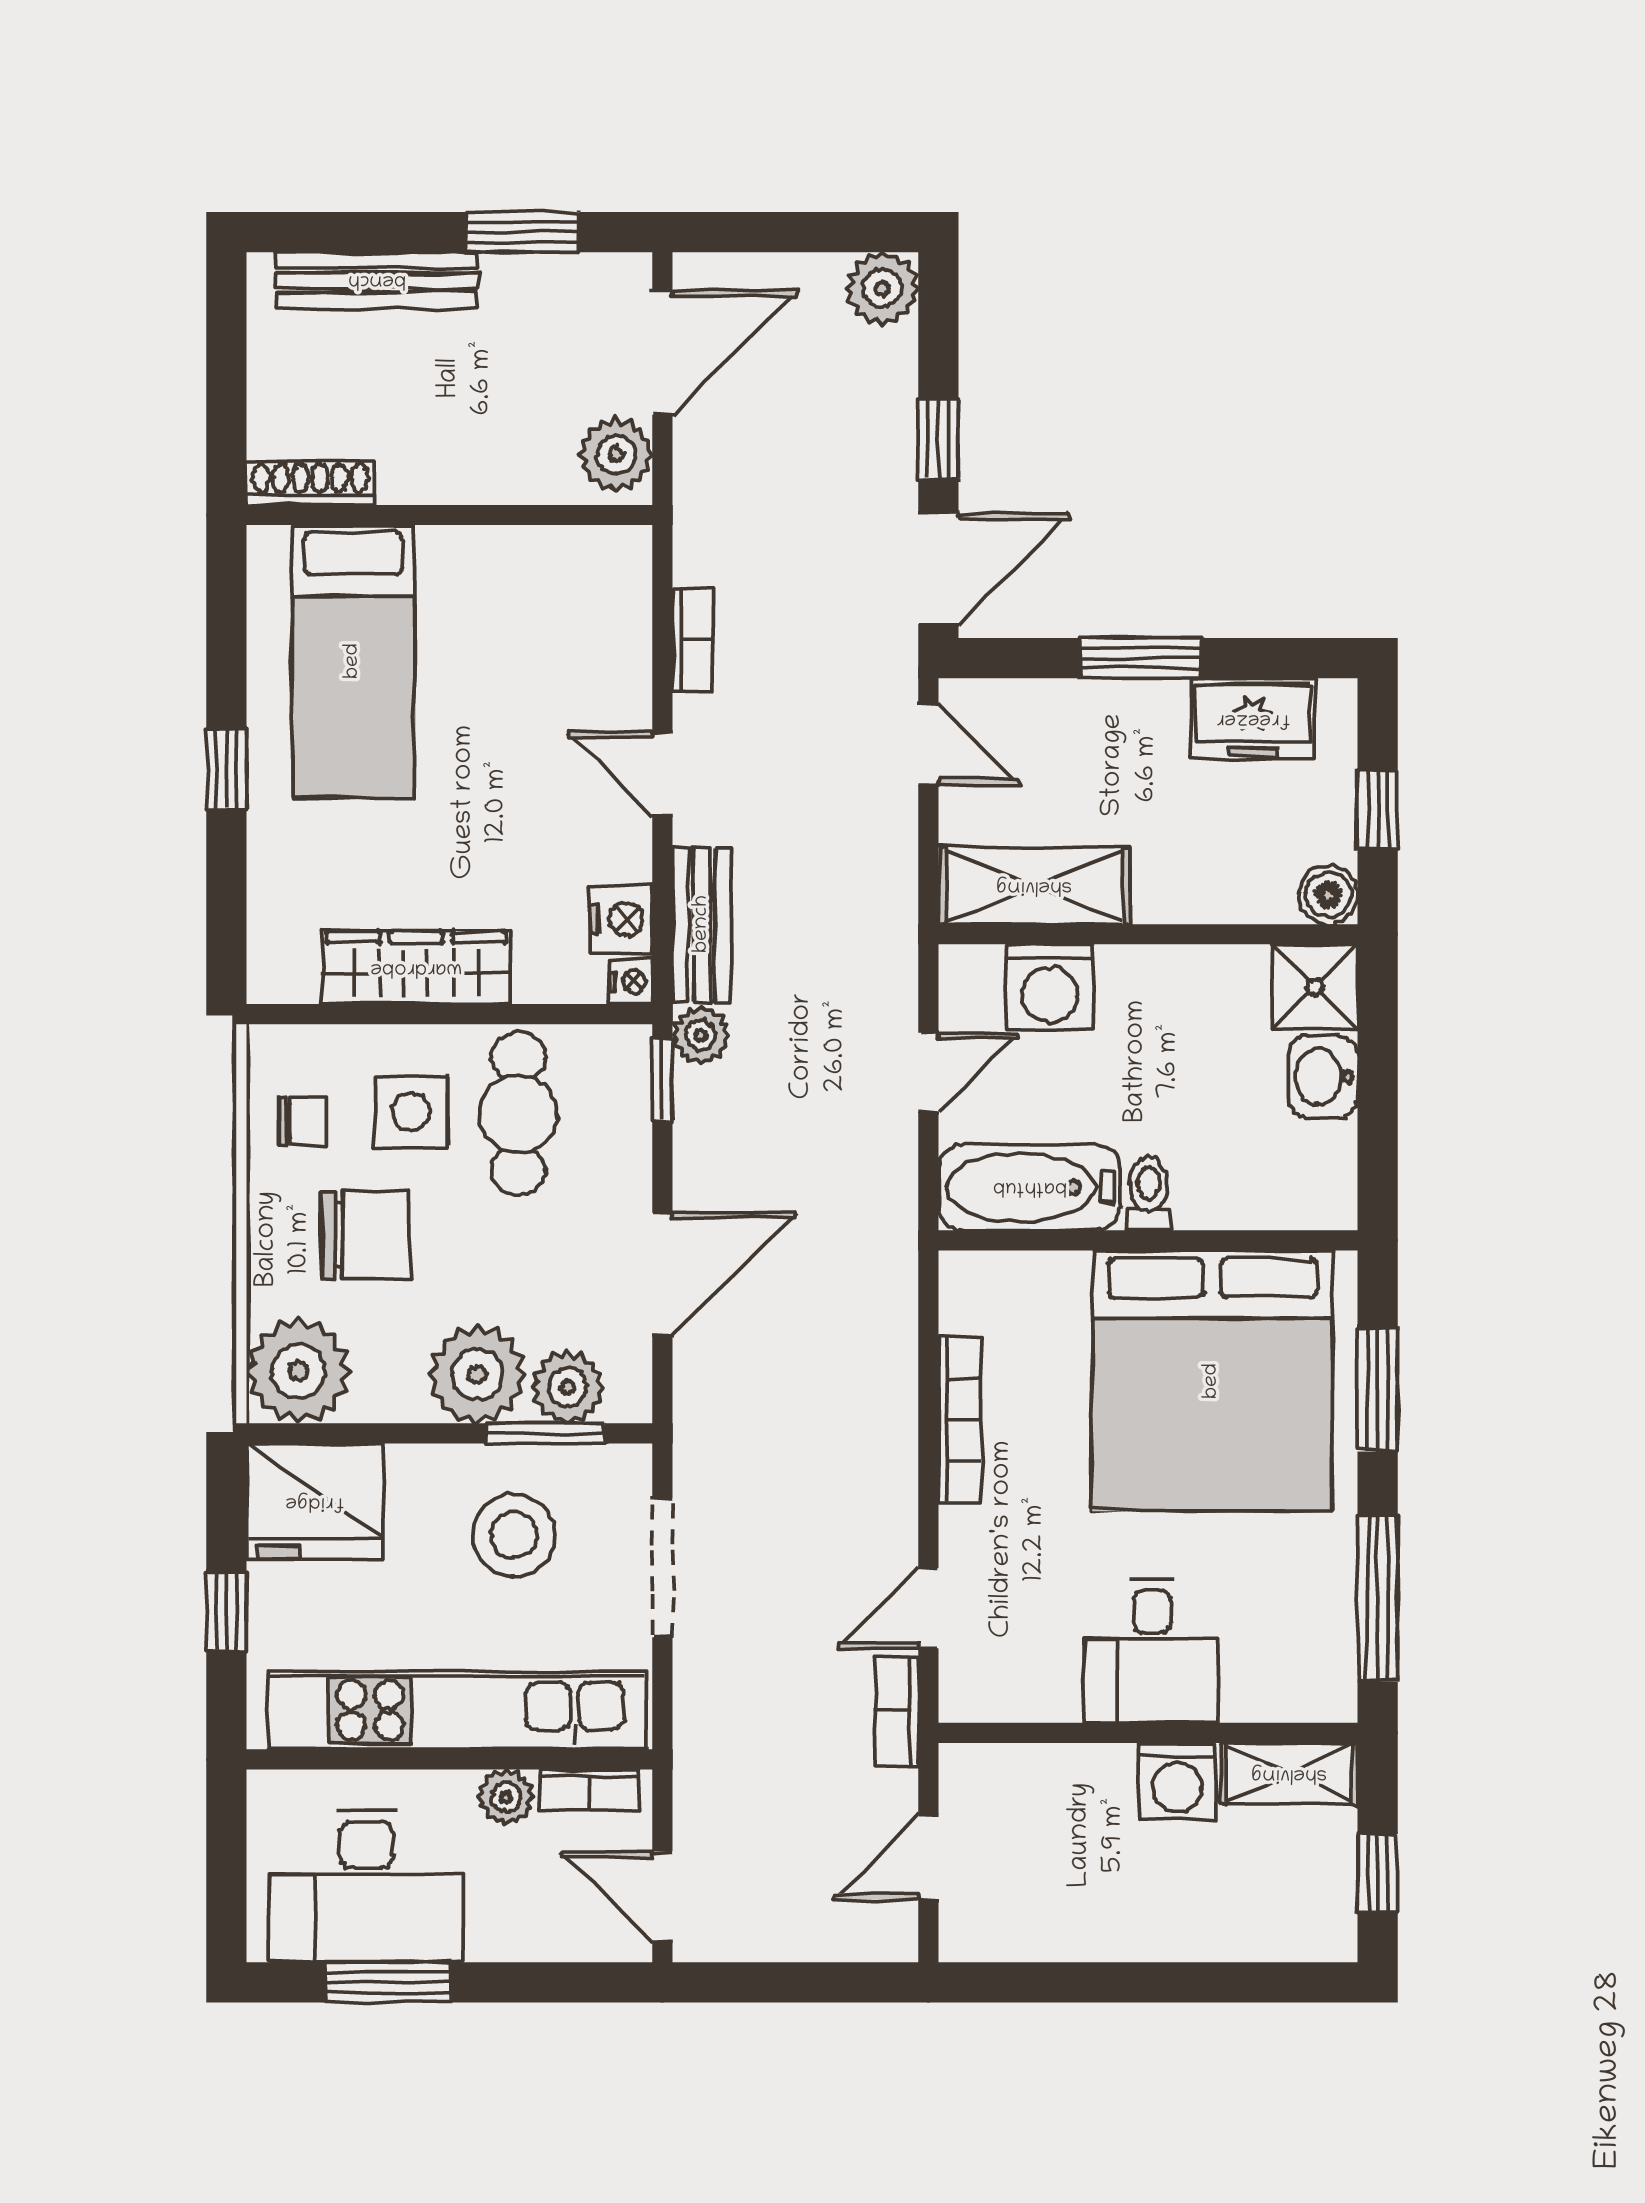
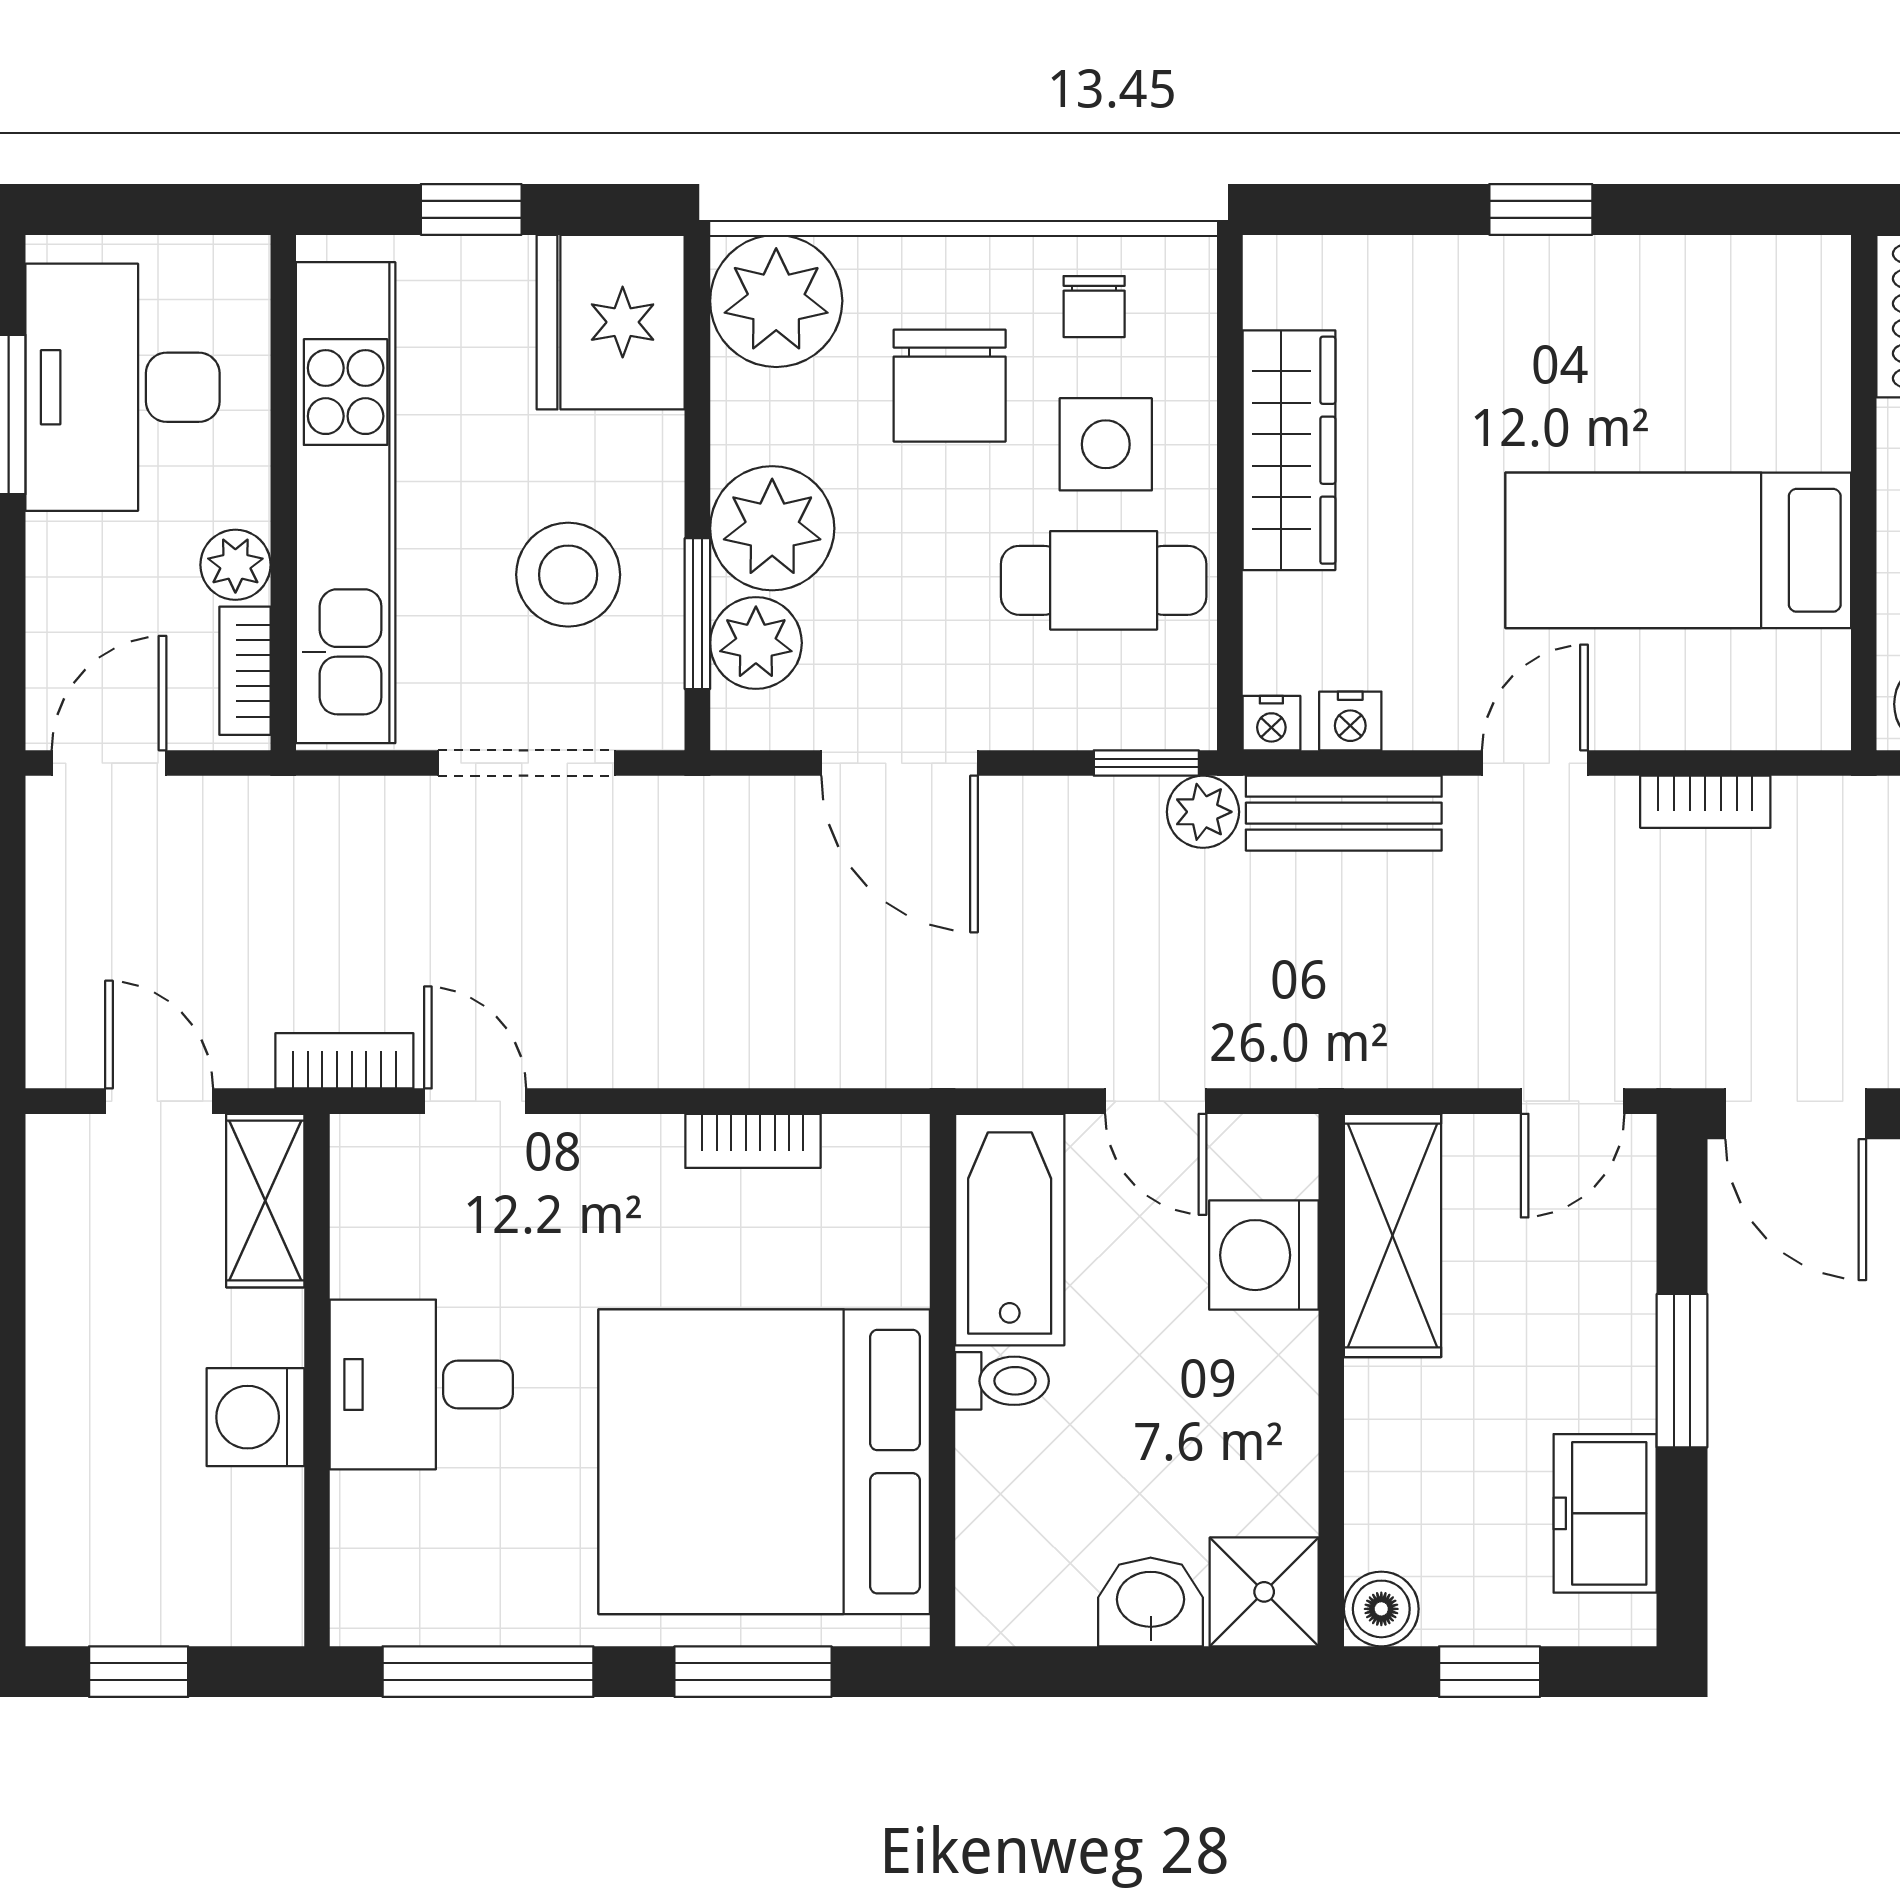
bed: (353, 661) -> (1678, 550), moved
nightstand: (621, 919) -> (1350, 721), width x0.72, depth x0.74
bookcase: (960, 1420) -> (753, 1141), width x0.64
shelving: (1289, 1774) -> (265, 1201), moved

